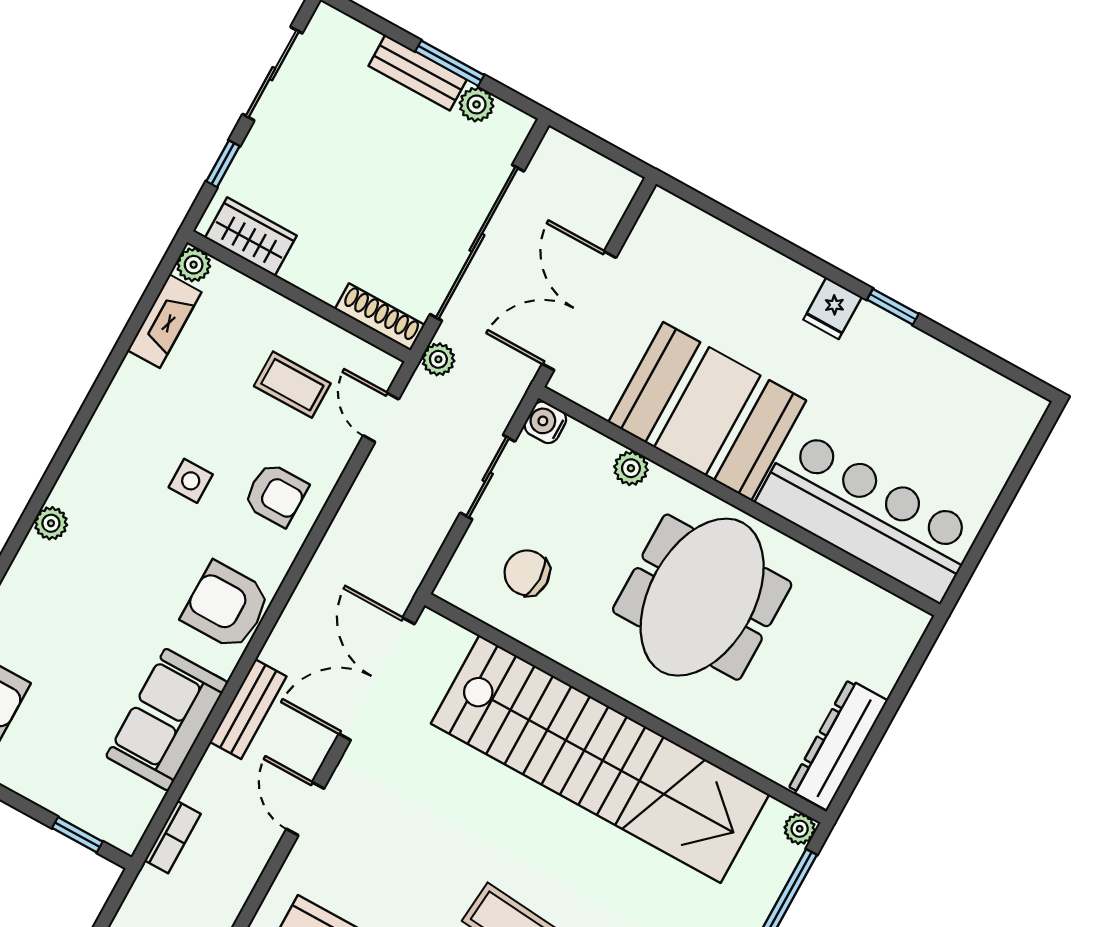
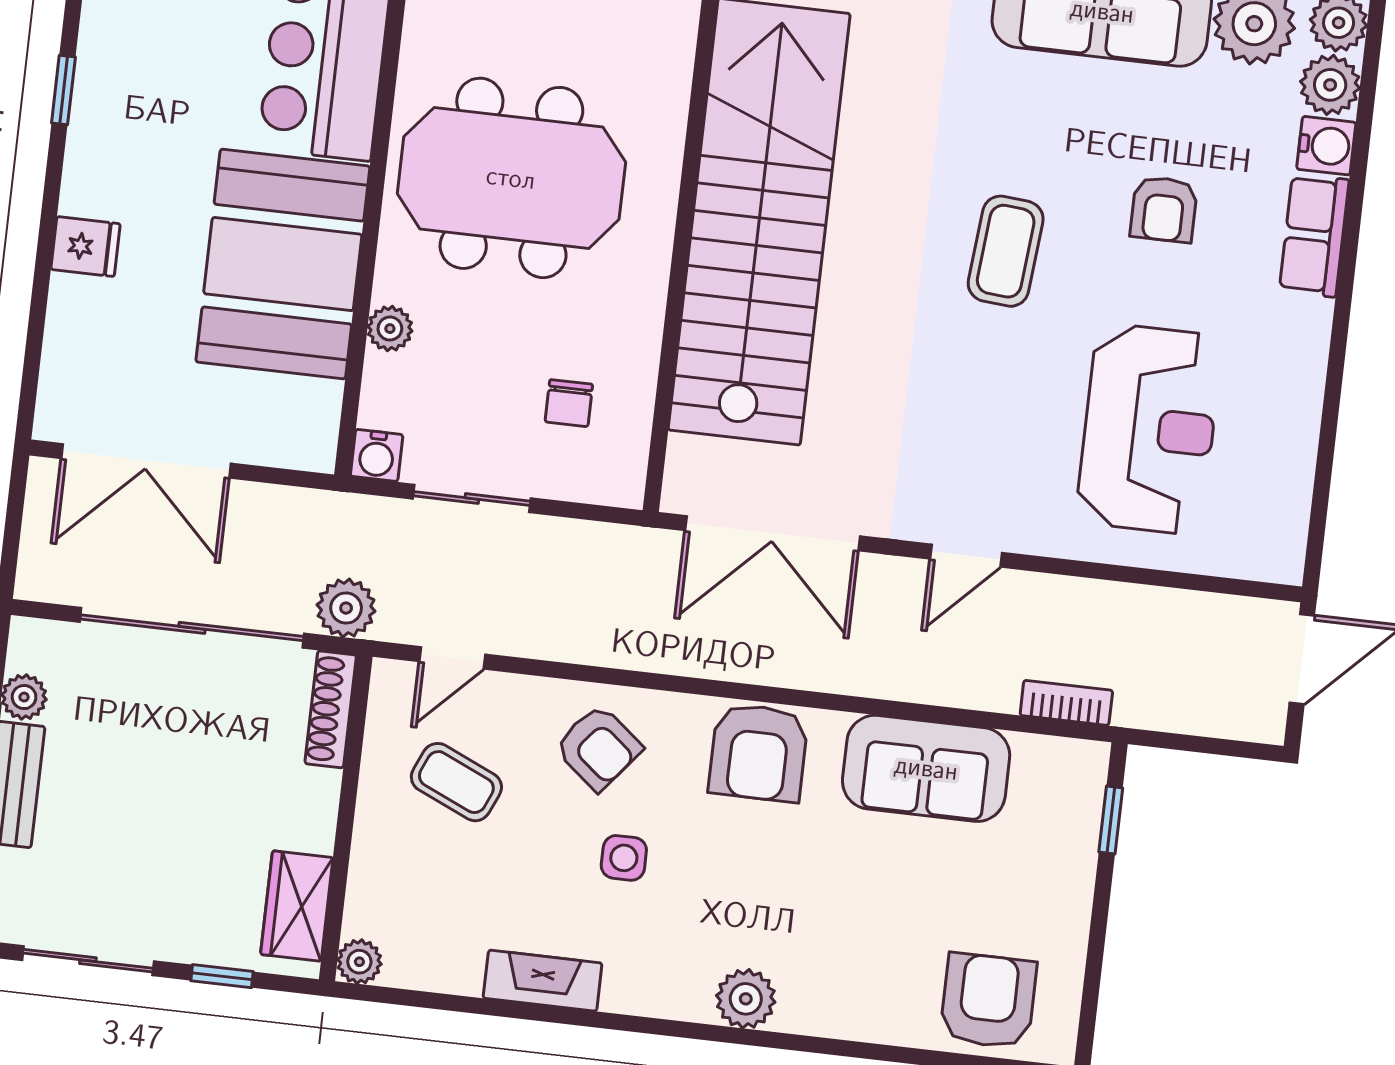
fridge: (833, 308) -> (86, 247), moved
double door: (579, 311) -> (146, 461), moved
fireplace: (164, 321) -> (543, 981), moved
plant: (438, 359) -> (346, 608), width x1.38, depth x1.38
coffee table: (292, 385) -> (456, 782), turned -66
armchair: (276, 495) -> (598, 748), turned 129
plant: (51, 523) -> (746, 999), width x1.38, depth x1.38
chair: (527, 573) -> (569, 403), width x0.73, depth x0.73
bench: (248, 709) -> (873, 675), removed

